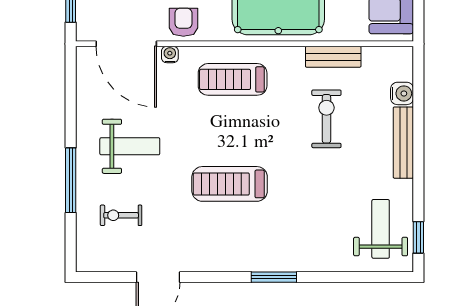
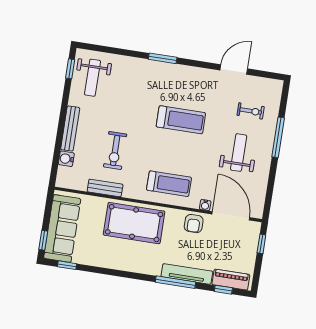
weight bench: (130, 146) -> (239, 153), turned 90

